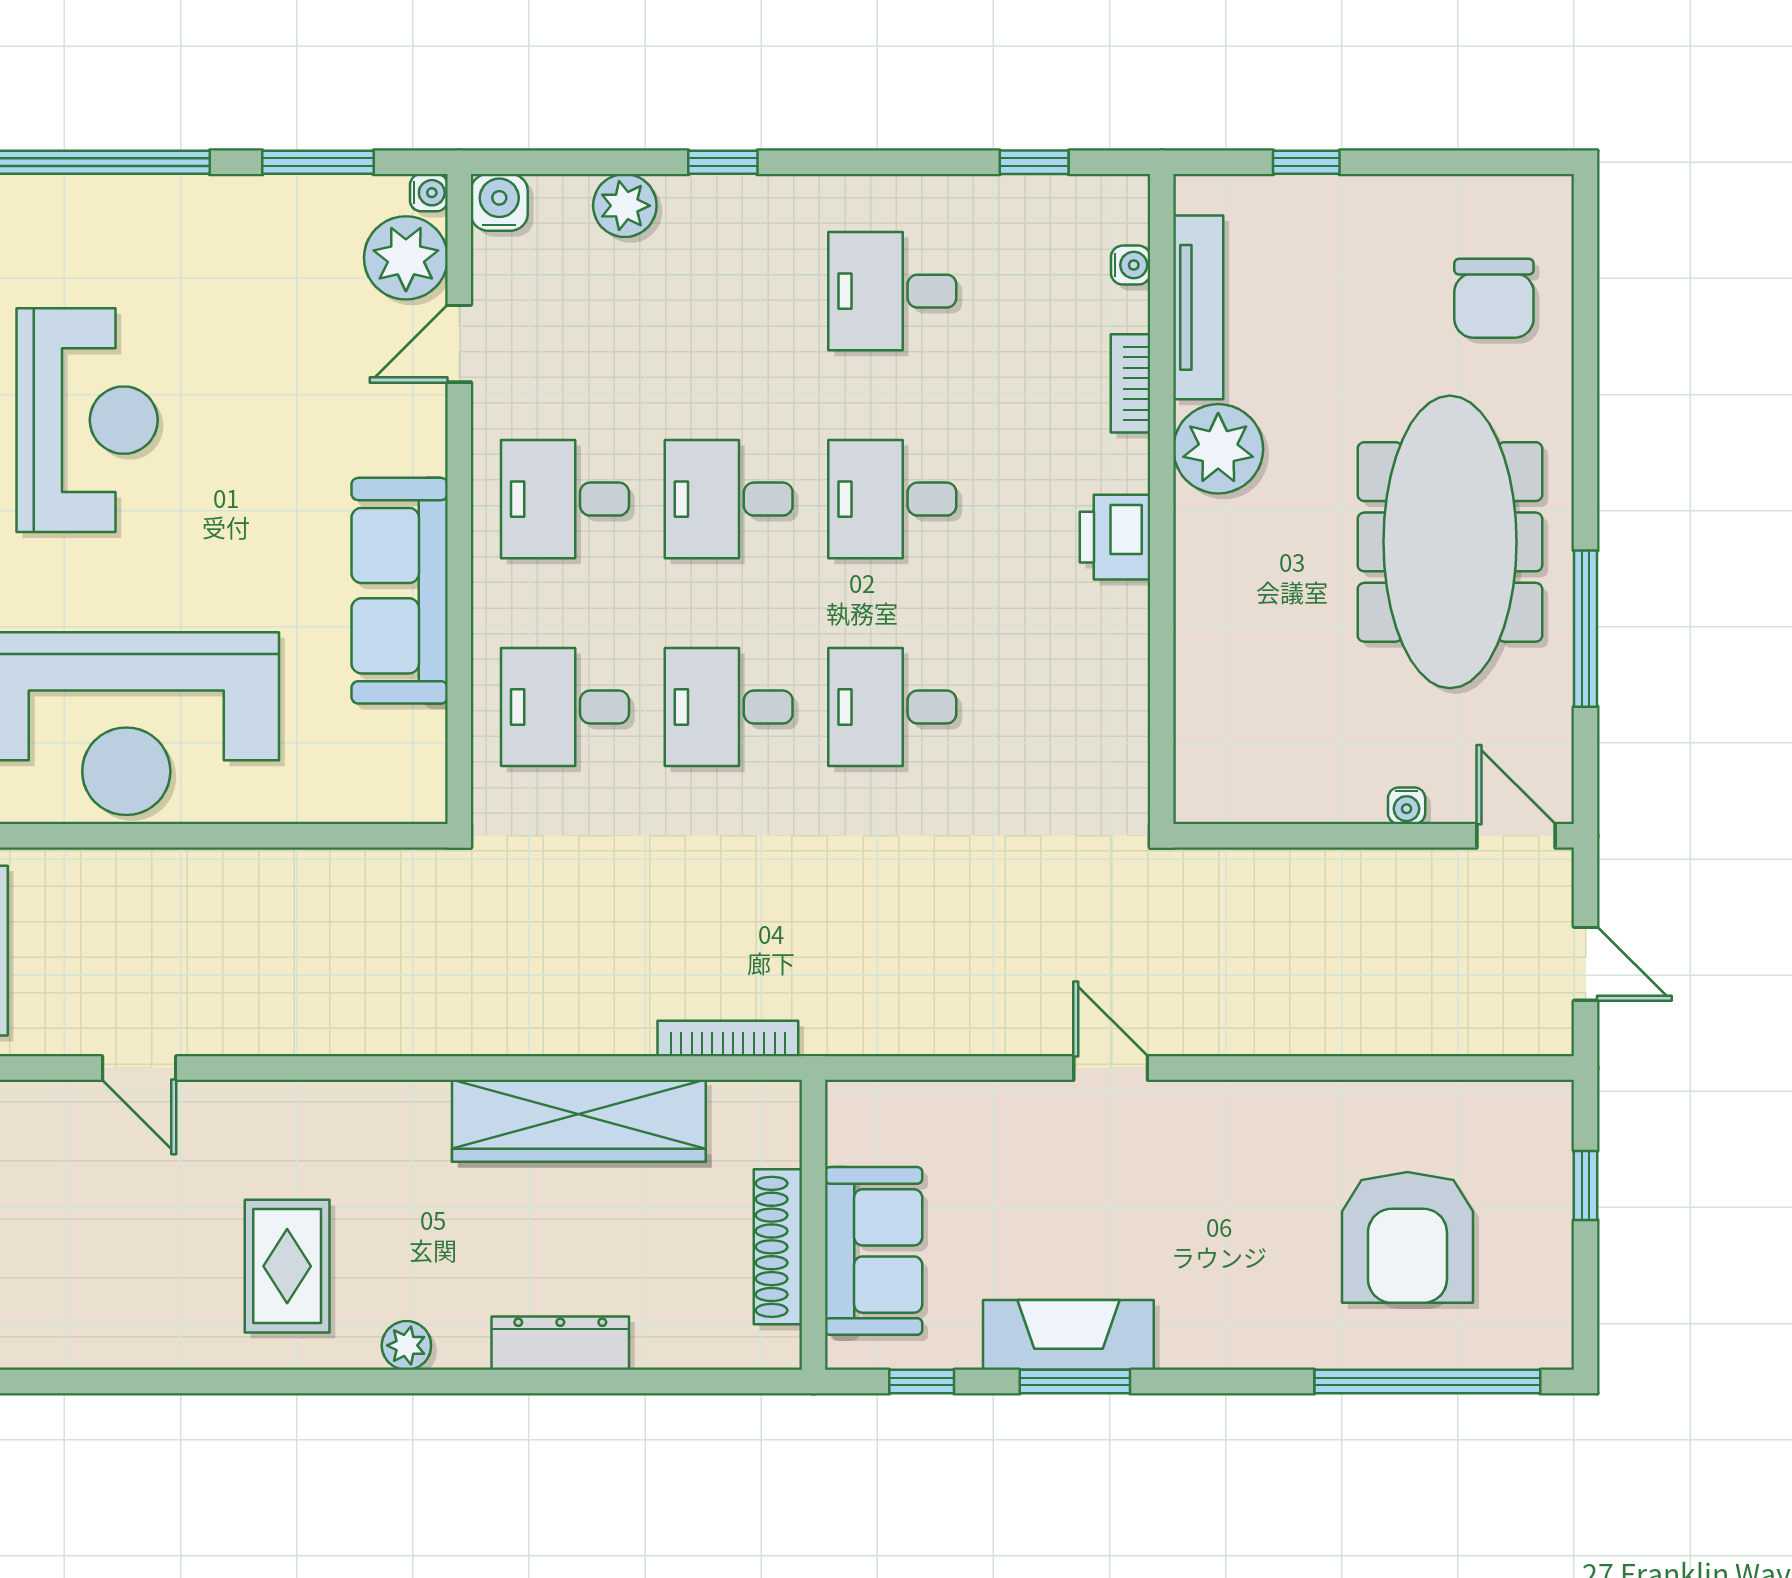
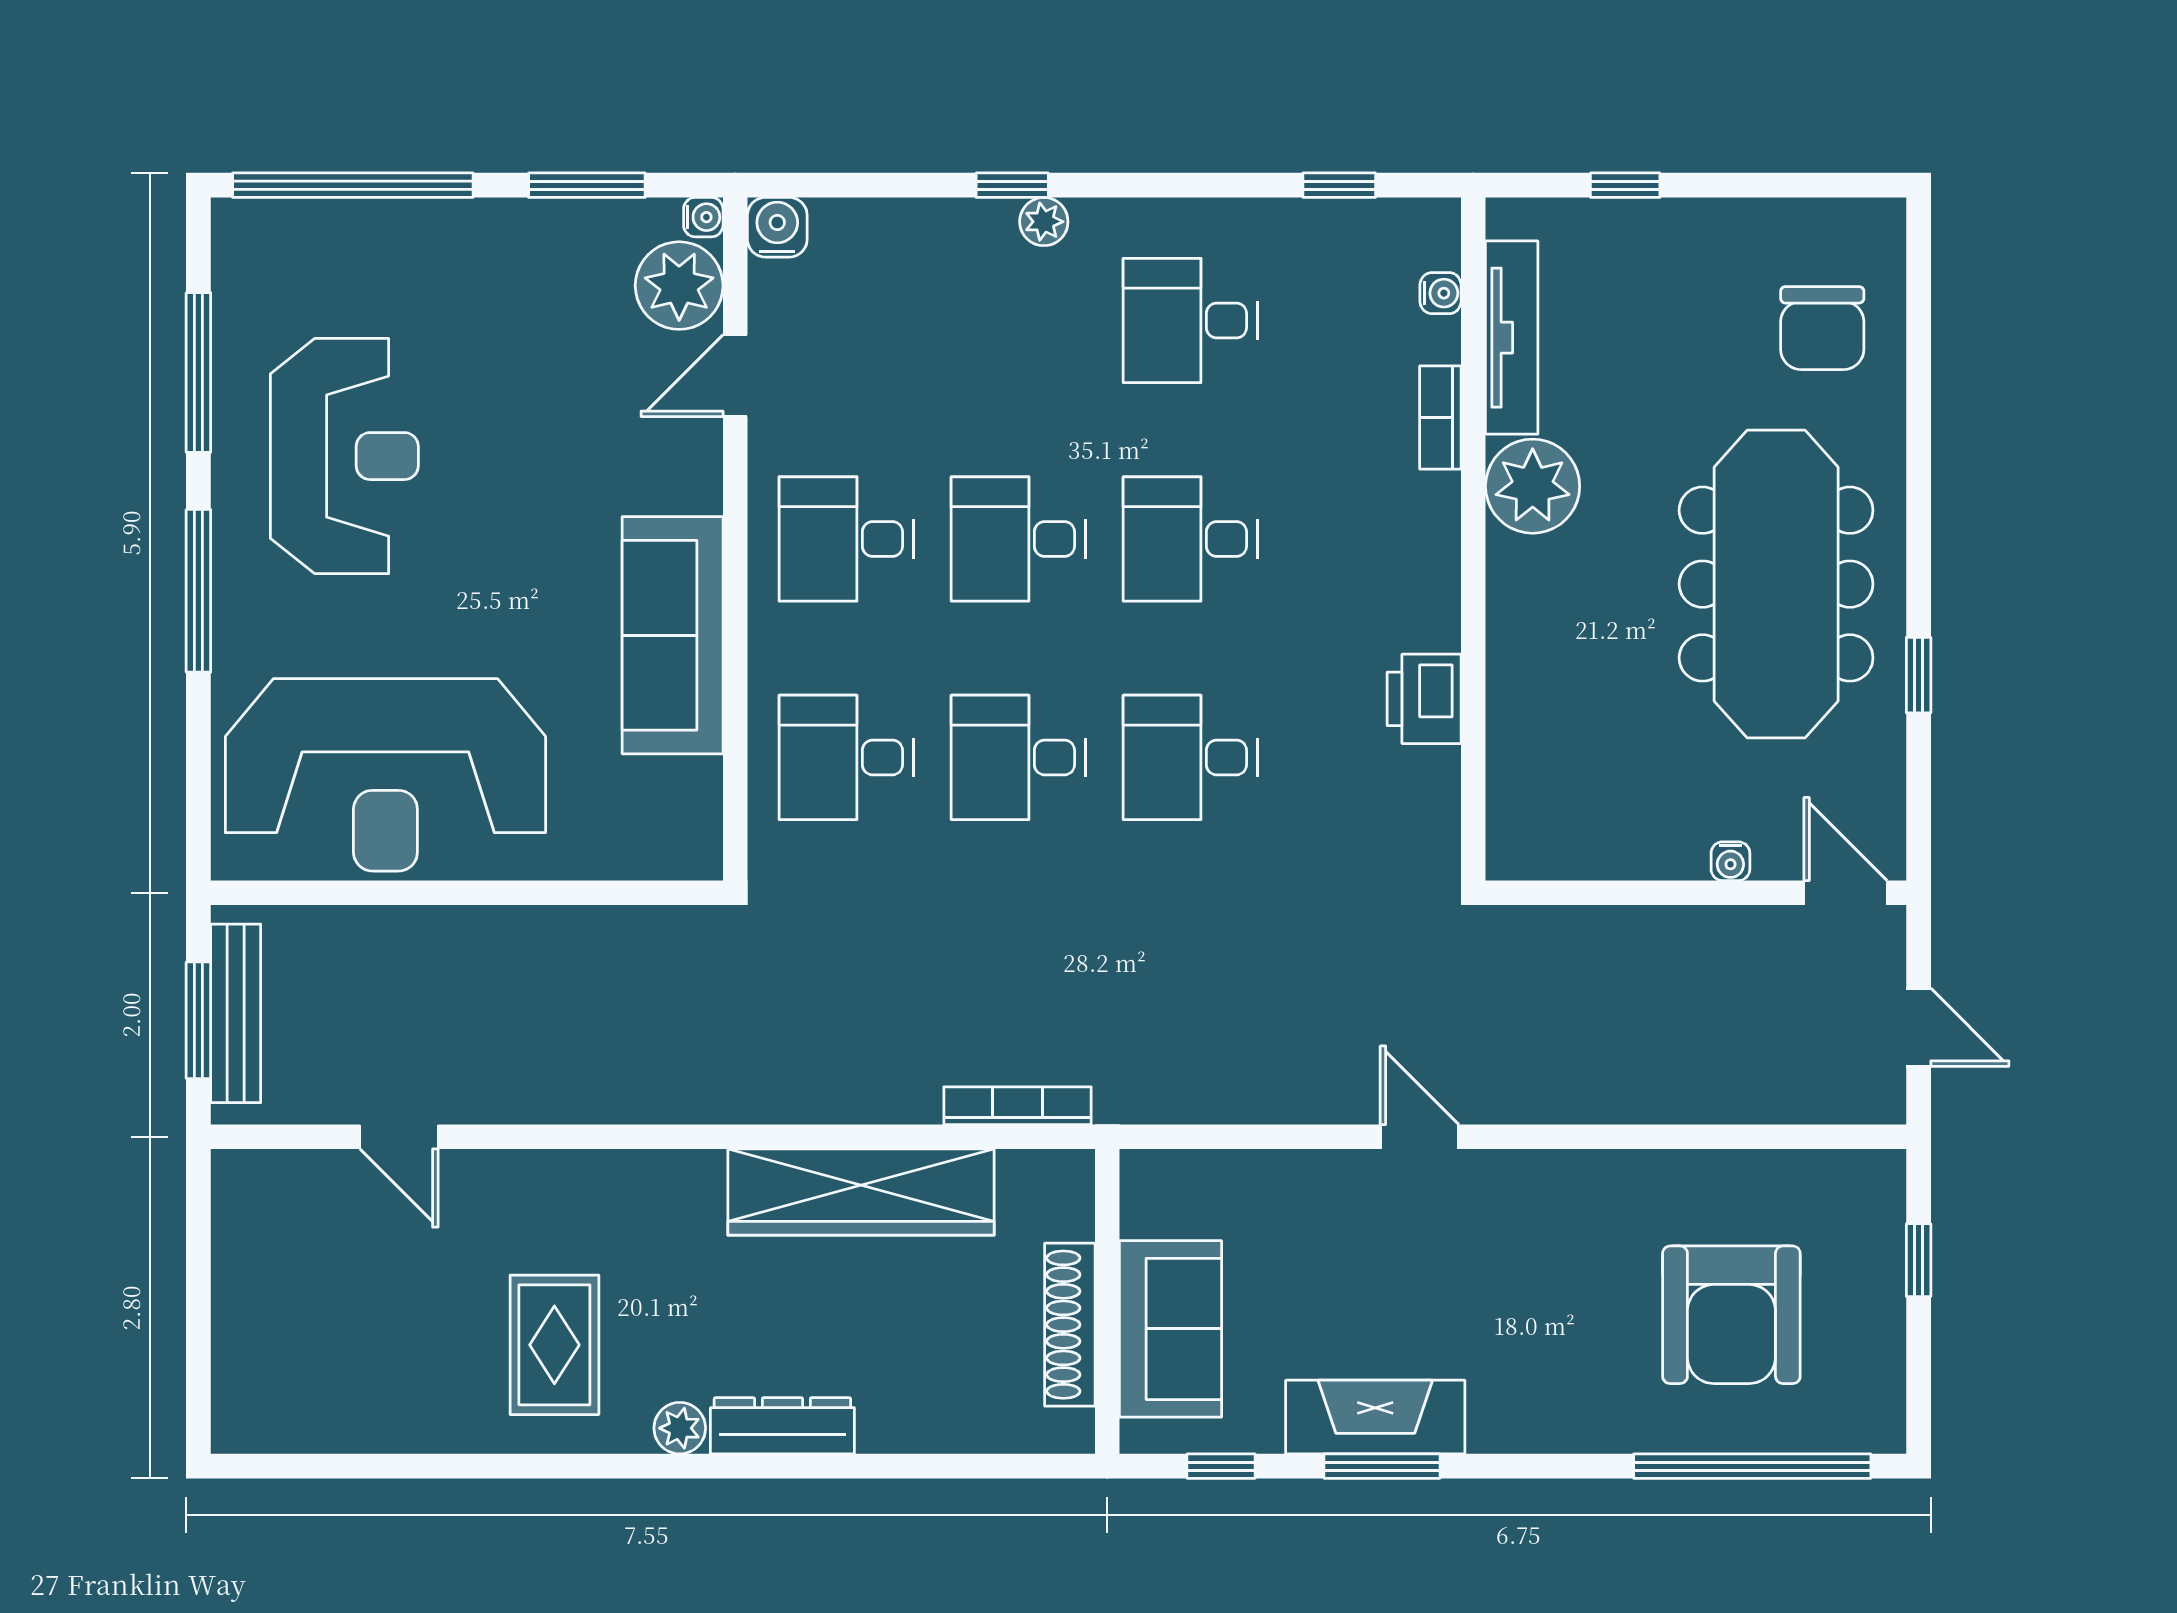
plant: (625, 206) -> (1044, 222), moved, width x0.73, depth x0.73
printer: (1115, 537) -> (1424, 699), moved
window: (1586, 629) -> (1919, 675), width x0.46
dresser: (560, 1343) -> (782, 1426), moved

